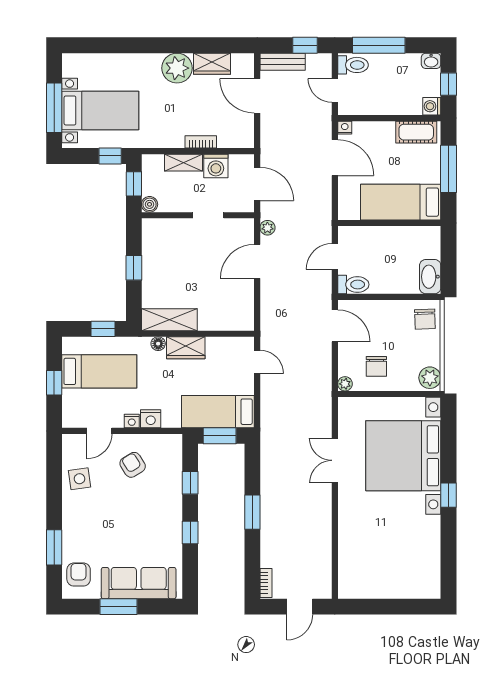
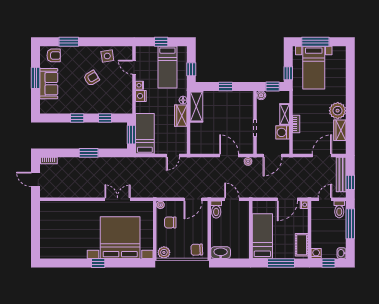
bench: (283, 62) -> (341, 175), width x1.36
armchair: (133, 465) -> (91, 78), moved
sofa: (139, 583) -> (49, 84), width x0.73

